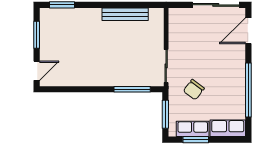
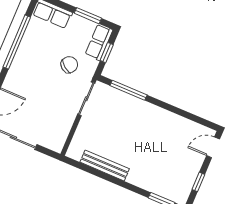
window: (37, 35) -> (198, 182), width x0.67
window: (165, 114) -> (107, 53), width x0.67
row of seats: (193, 129) -> (99, 42), moved, turned 90

